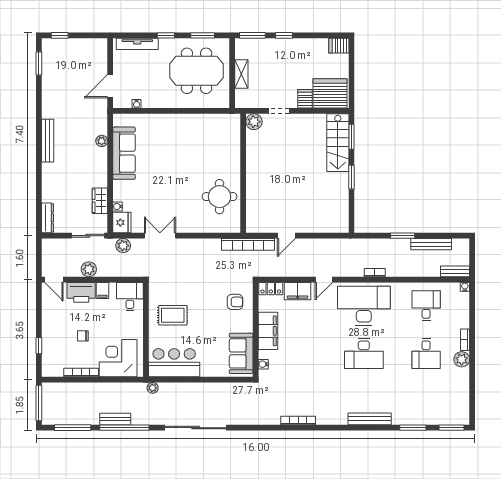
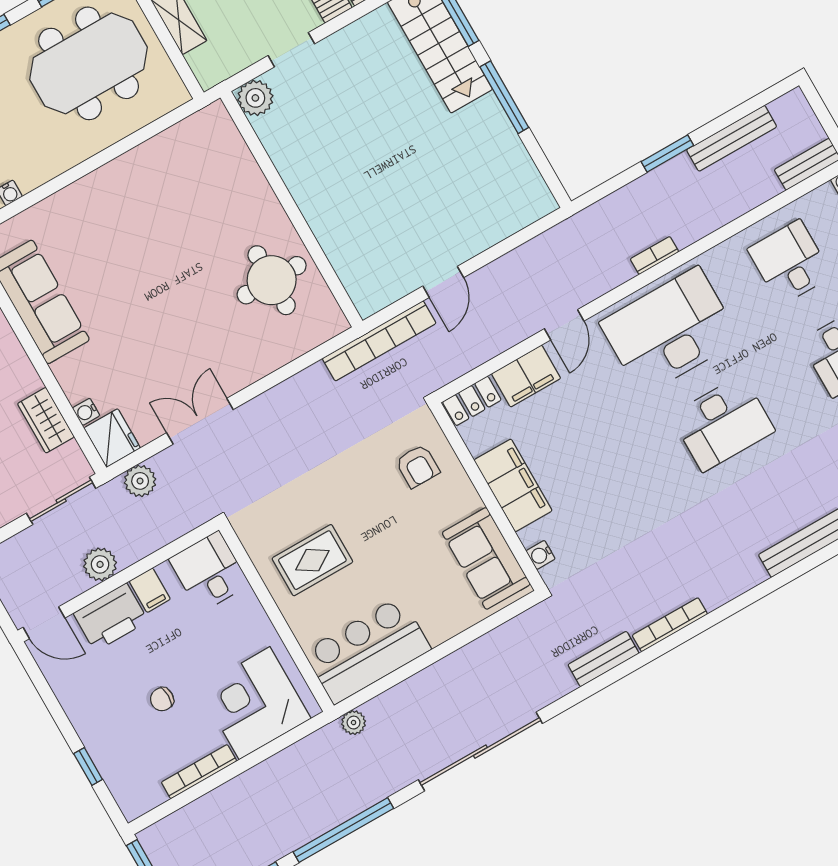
window: (351, 177) -> (504, 97), width x1.44
armchair: (235, 302) -> (418, 466), turned 90
bench: (115, 419) -> (603, 659), moved

